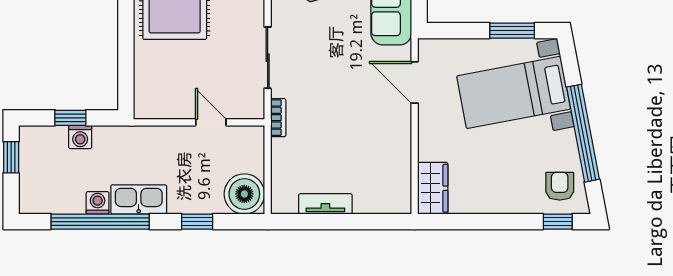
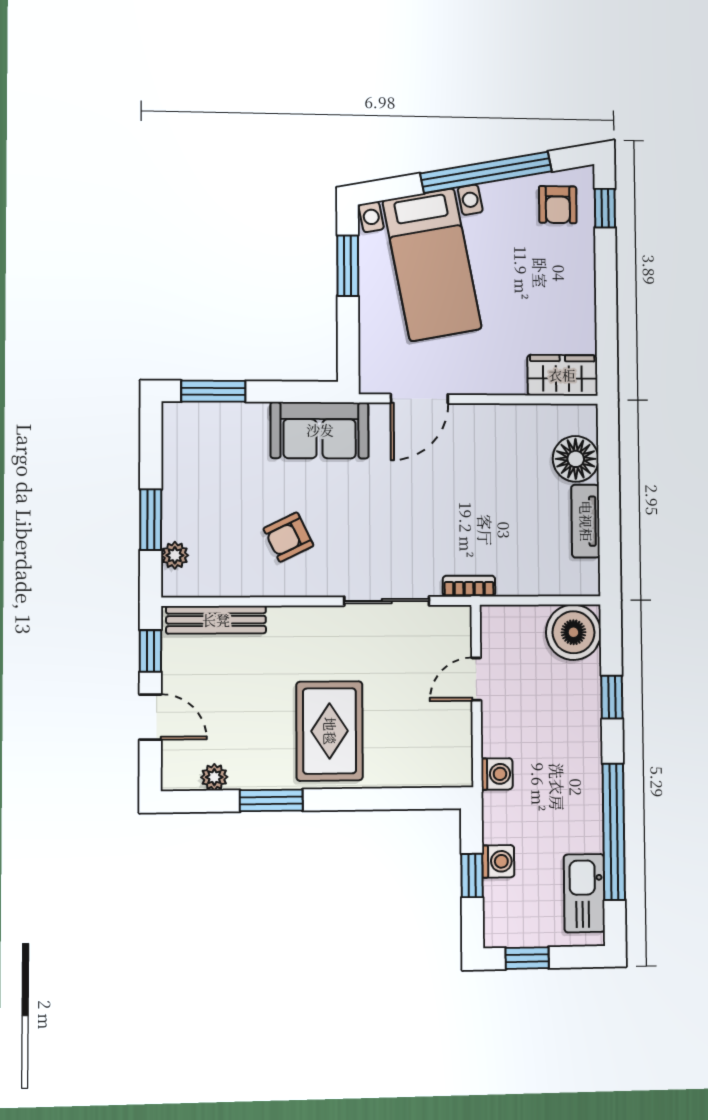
armchair: (560, 186) -> (558, 205), turned -90
floor lamp: (371, 197) -> (576, 459), added
kitchen sink: (139, 199) -> (584, 893), moved
washing machine: (98, 203) -> (497, 774), moved, turned 180

